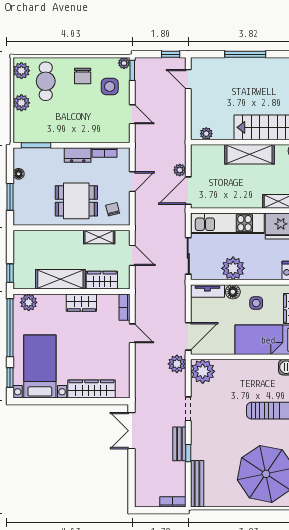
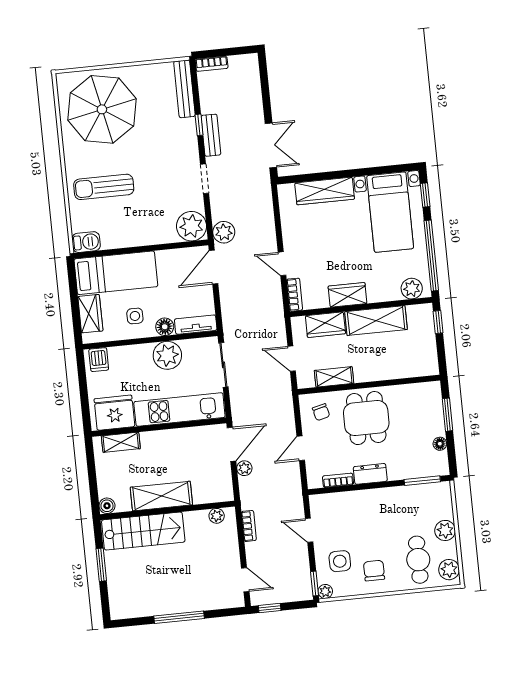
bookcase: (181, 123) -> (249, 526), added
dining table: (76, 201) -> (366, 418), turned 90

